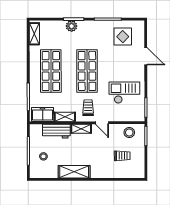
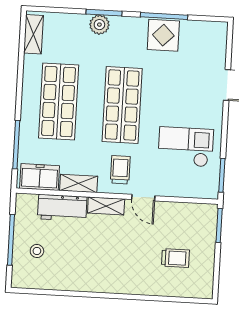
display table: (123, 37) -> (163, 35), moved
stool: (129, 132) -> (190, 218), removed
shelving: (74, 172) -> (89, 281), removed

